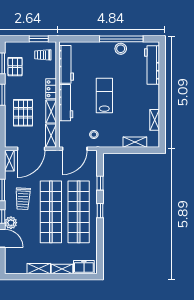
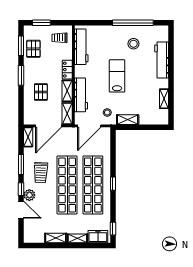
window: (39, 39) -> (41, 23), moved
stool: (121, 49) -> (133, 44), moved
workbench: (152, 65) -> (162, 60), moved
workbench: (66, 103) -> (81, 95), moved
pallet: (23, 113) -> (41, 92), width x0.67, depth x0.71
shelving: (135, 142) -> (128, 120), moved
window: (100, 183) -> (113, 229), moved

